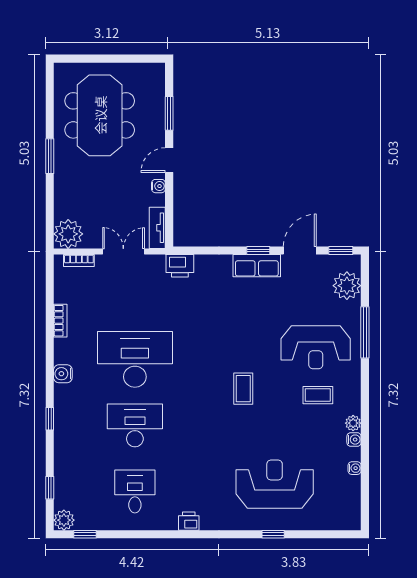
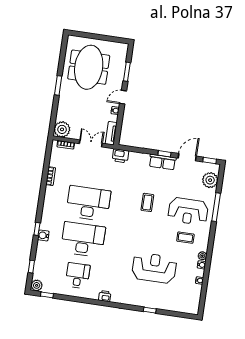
water cooler: (63, 374) -> (43, 235), moved
coffee table: (243, 389) -> (147, 202), moved
desk: (135, 425) -> (83, 239), width x1.36, depth x1.30
reception desk: (275, 484) -> (154, 268), moved

